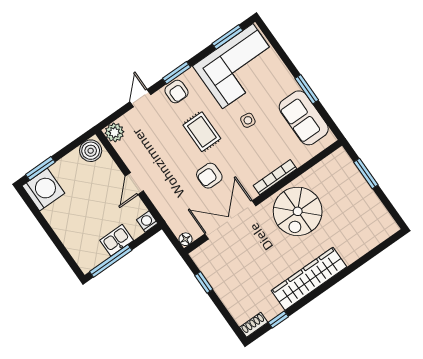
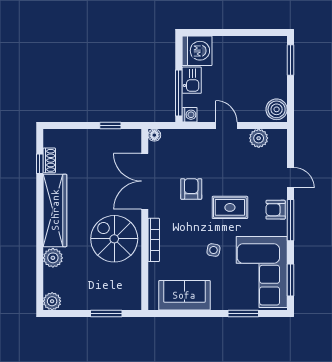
window: (176, 73) -> (290, 220), width x1.44
window: (307, 89) -> (243, 314), moved
plant: (114, 132) -> (259, 138), moved
washing machine: (43, 189) -> (197, 51), moved, turned -90
double door: (230, 220) -> (145, 181), swing flipped
plant: (388, 227) -> (52, 301), added
plant: (350, 252) -> (53, 258), added
window: (111, 261) -> (179, 93), moved
shoe rack: (254, 325) -> (49, 160), moved

